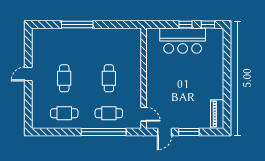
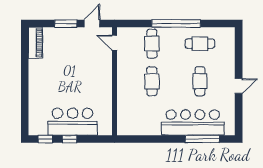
window: (77, 25) -> (202, 139), moved
bar counter: (71, 40) -> (193, 123), added
cafe table: (109, 113) -> (152, 44), turned 90
window: (104, 132) -> (176, 23), moved

